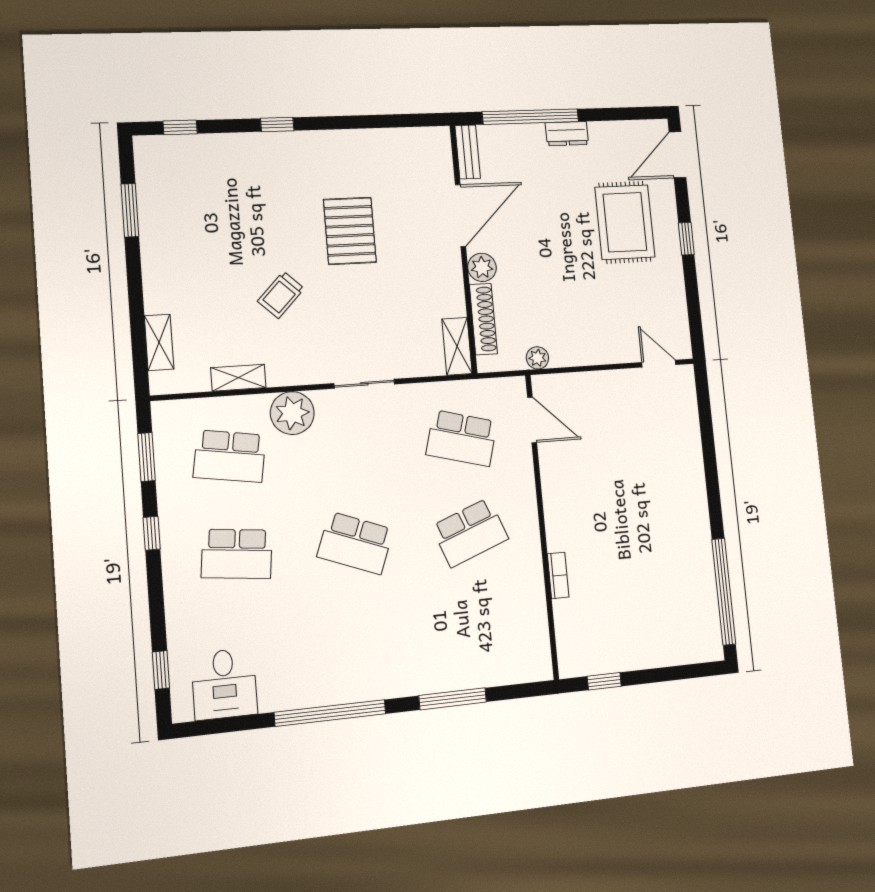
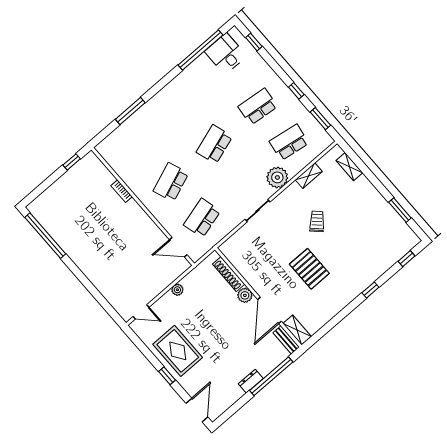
rug: (625, 222) -> (178, 351), moved
shelving: (457, 346) -> (297, 330), moved
plant: (537, 358) -> (177, 290), moved
school desk: (462, 438) -> (202, 218), turned -30
school desk: (355, 543) -> (214, 144), turned -39
window: (330, 713) -> (200, 50), moved

